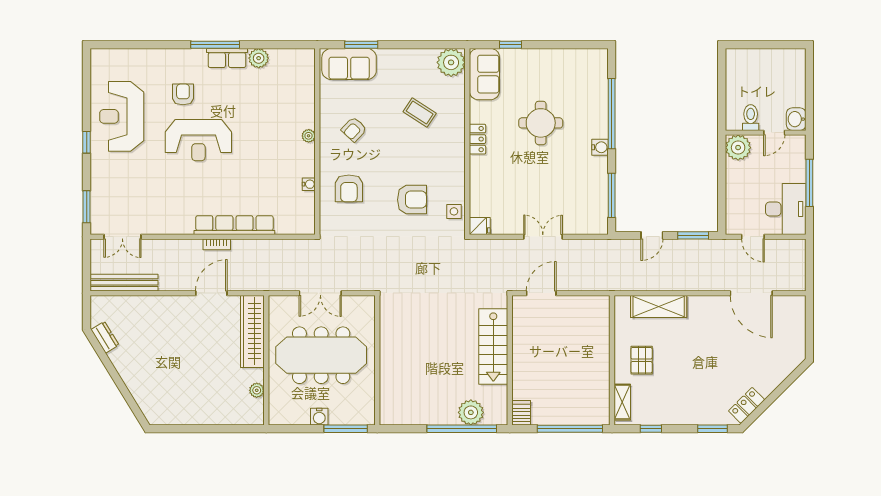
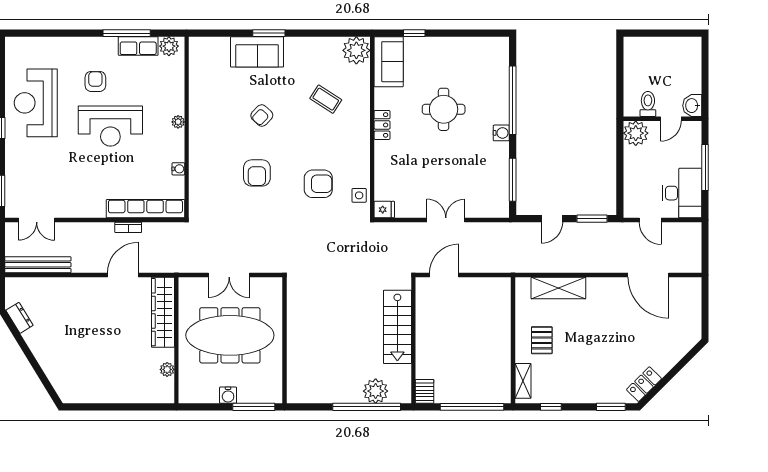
plant: (309, 136) -> (178, 122), moved
wall: (317, 141) -> (187, 127), moved
water cooler: (309, 184) -> (178, 169), moved

